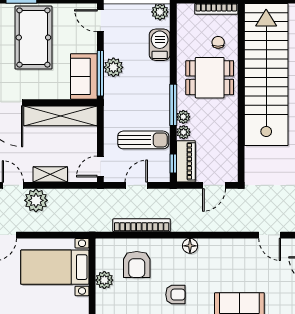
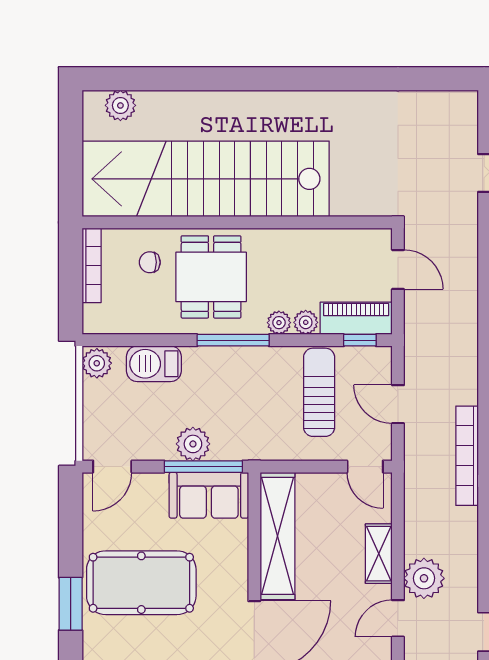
window: (173, 105) -> (233, 340), moved
bookcase: (142, 225) -> (467, 456), moved

